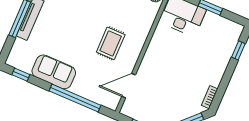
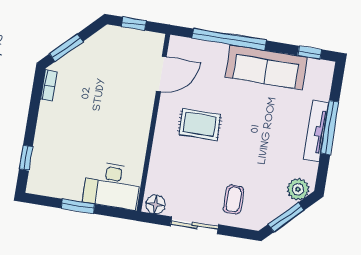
rug: (111, 43) -> (200, 124), turned 90
sofa: (54, 72) -> (266, 67), width x1.36

